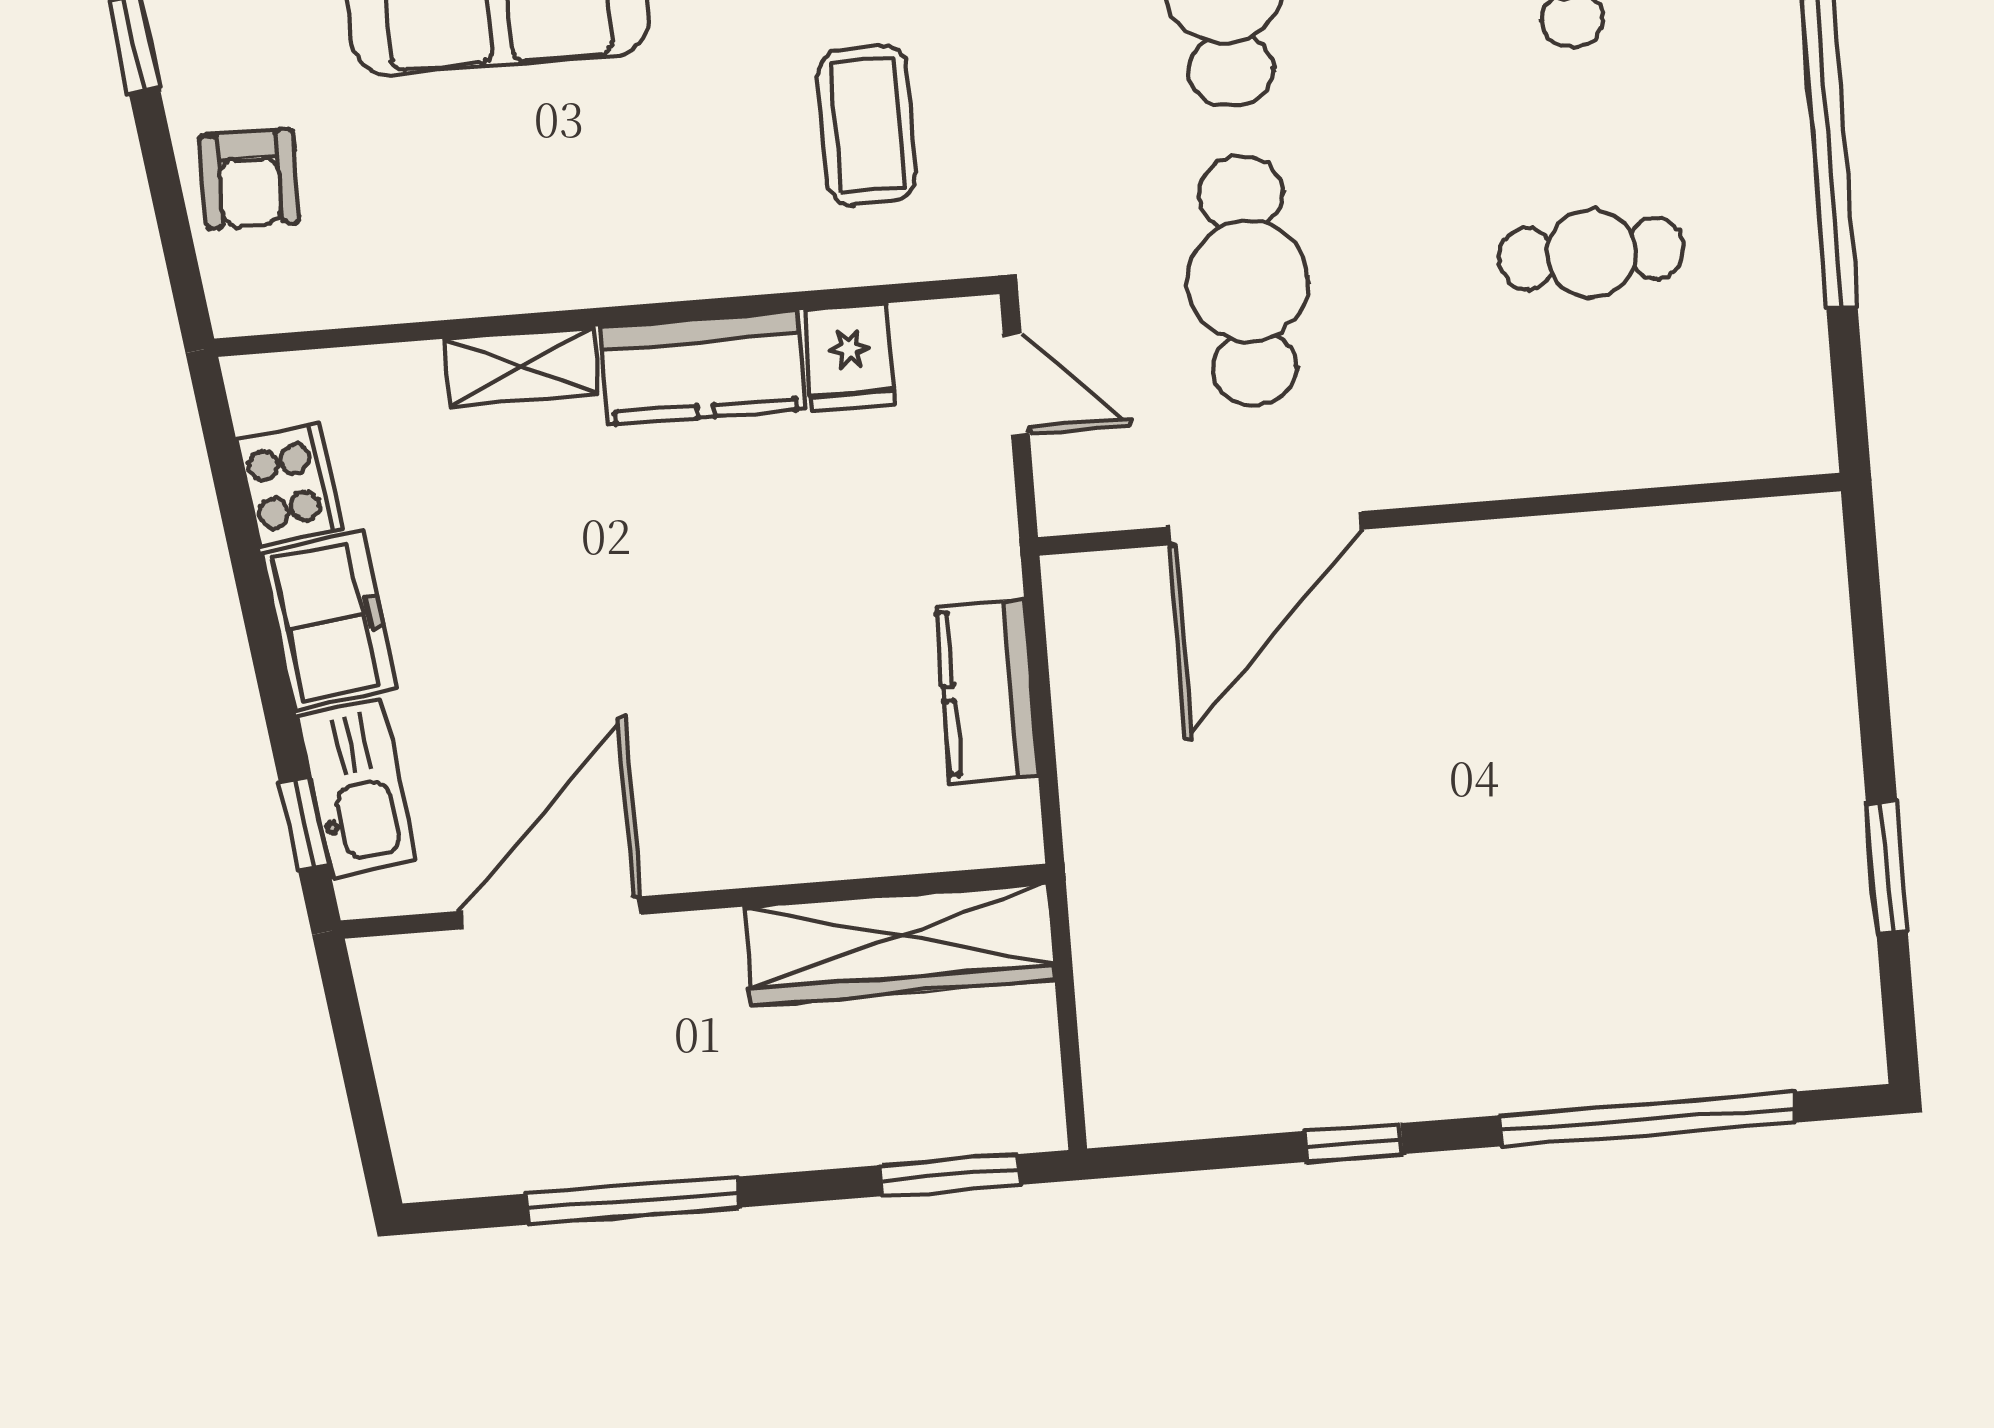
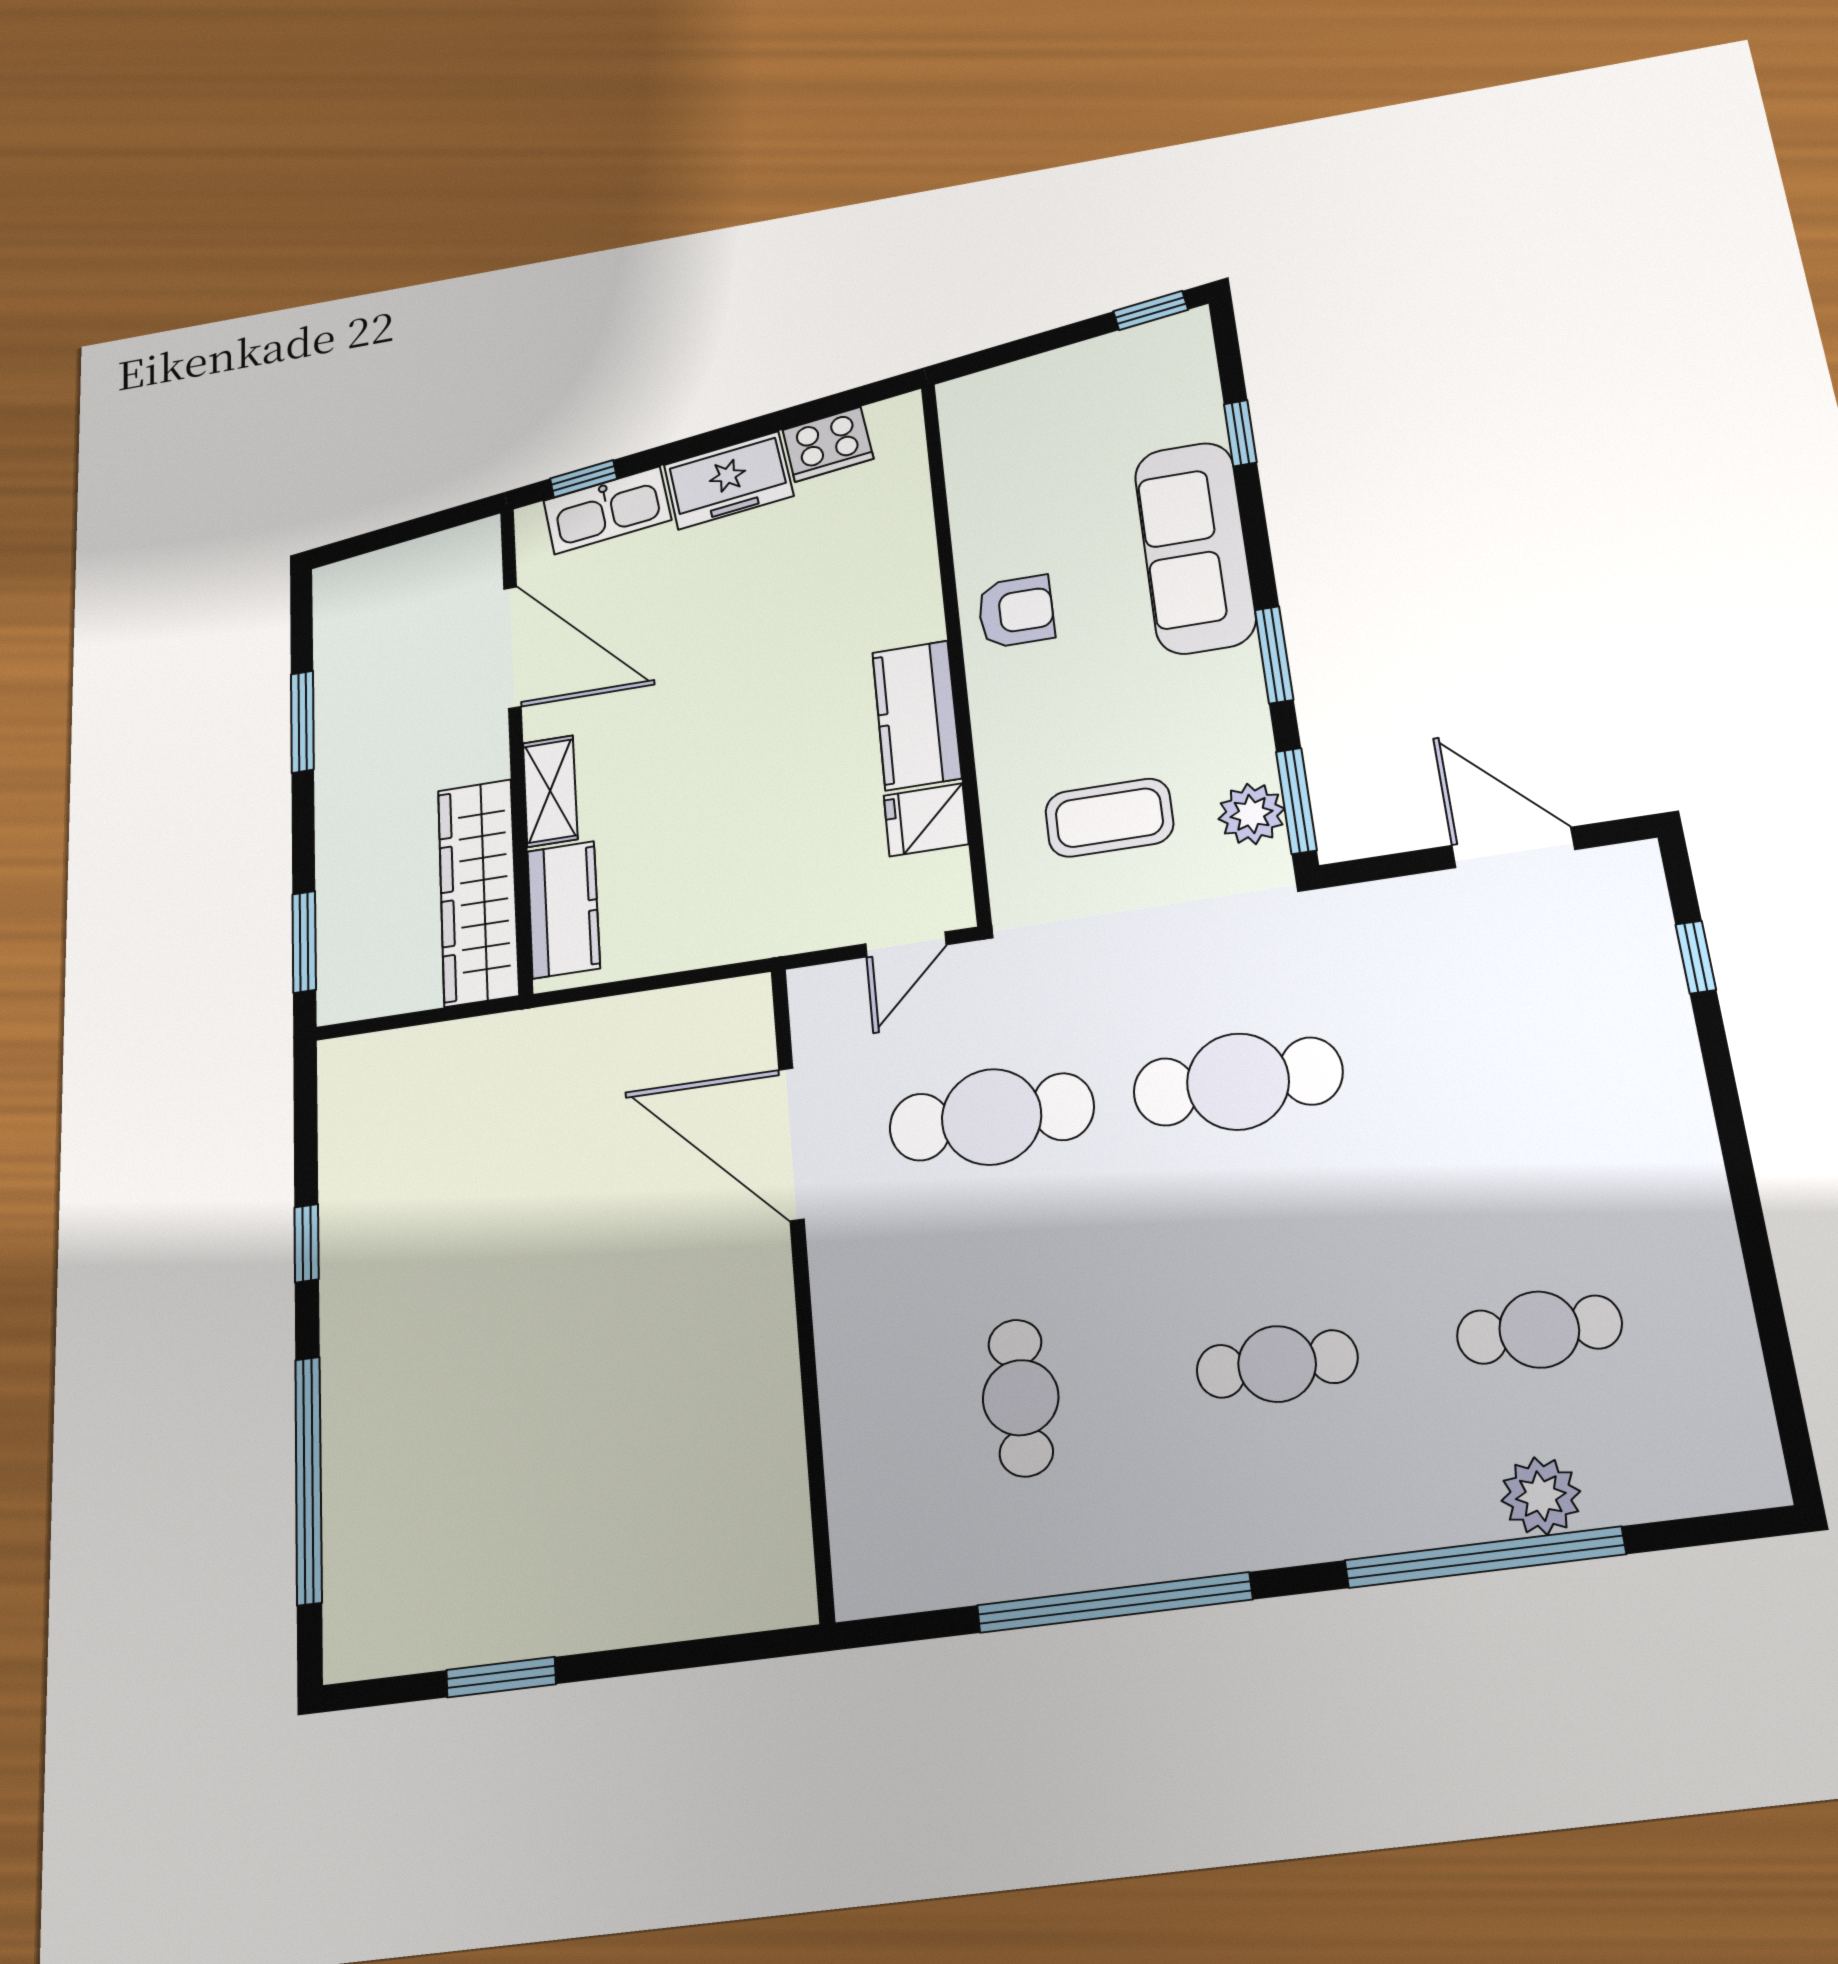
armchair: (249, 179) -> (1016, 612), moved, turned 180
shelving: (522, 366) -> (550, 791), moved
kitchen counter: (987, 691) -> (563, 910), moved, turned 90
window: (633, 1201) -> (302, 722), width x0.69

